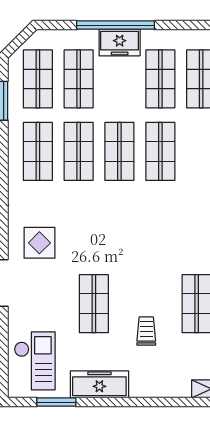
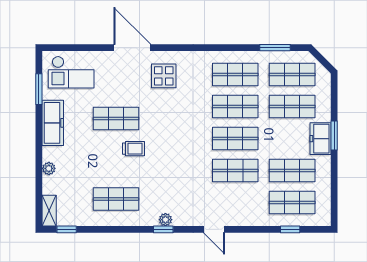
window: (116, 25) -> (334, 135), width x0.47
trolley: (146, 331) -> (133, 149), moved
plant: (158, 390) -> (49, 168), added

